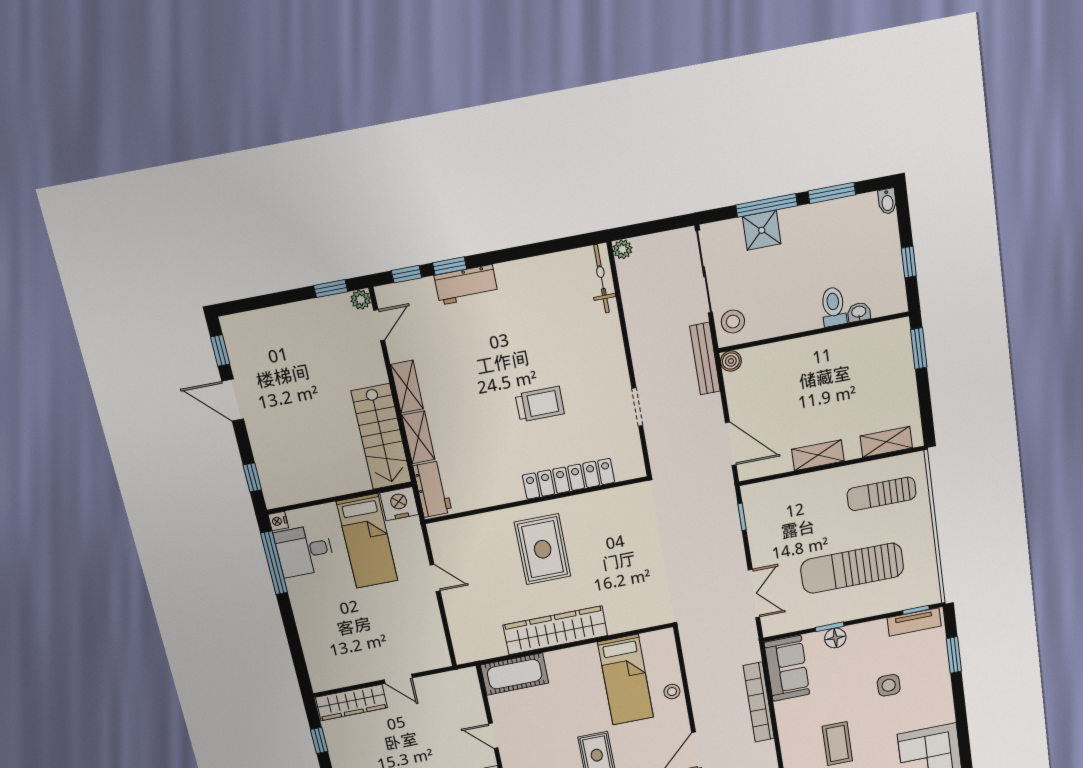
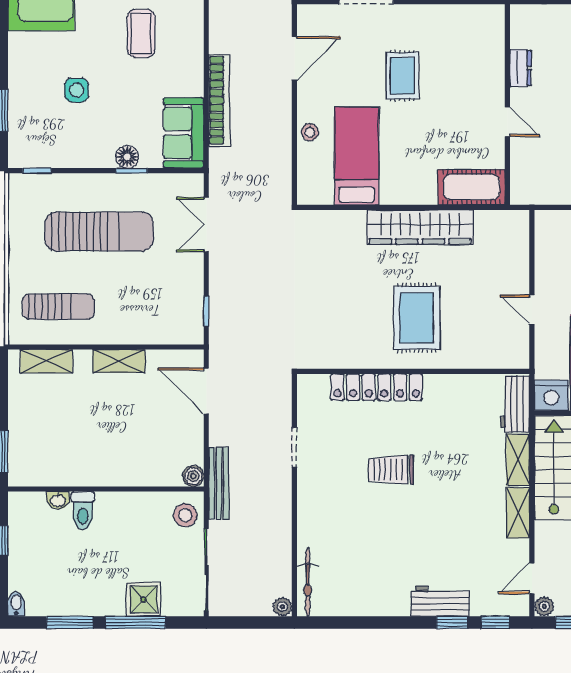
tv unit: (914, 622) -> (41, 157), removed

